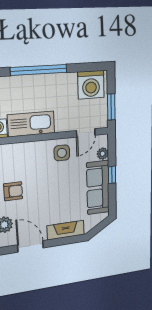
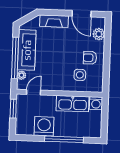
washing machine: (91, 85) -> (44, 126), moved
side table: (62, 153) -> (80, 75), moved
window: (112, 175) -> (15, 58), width x3.17

